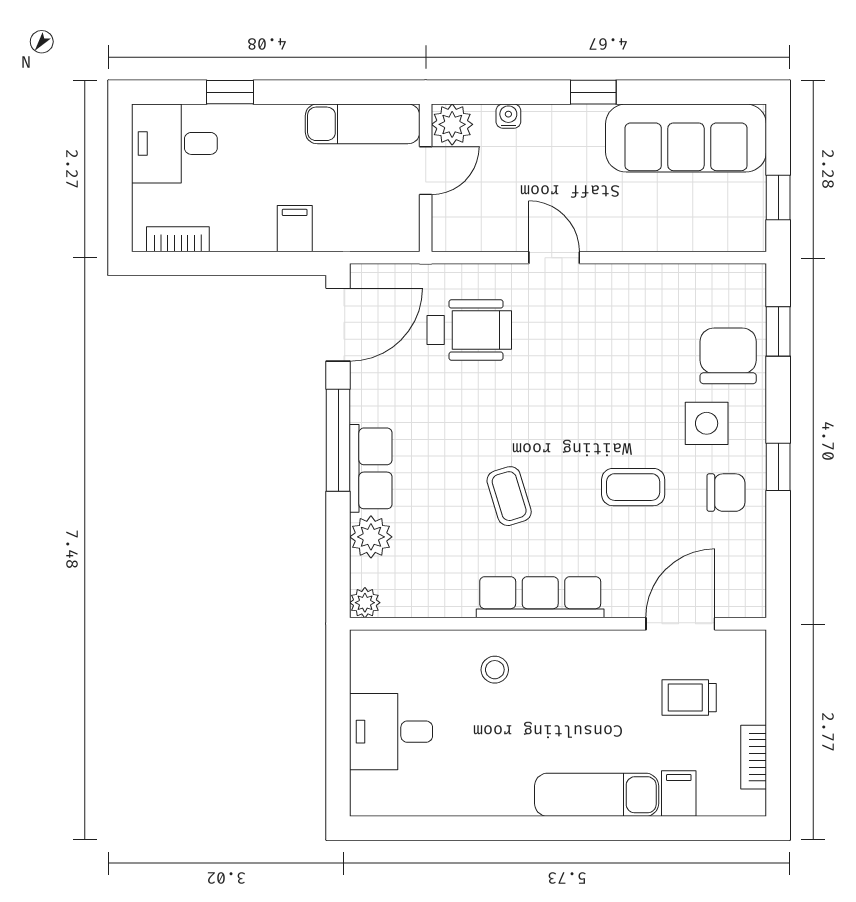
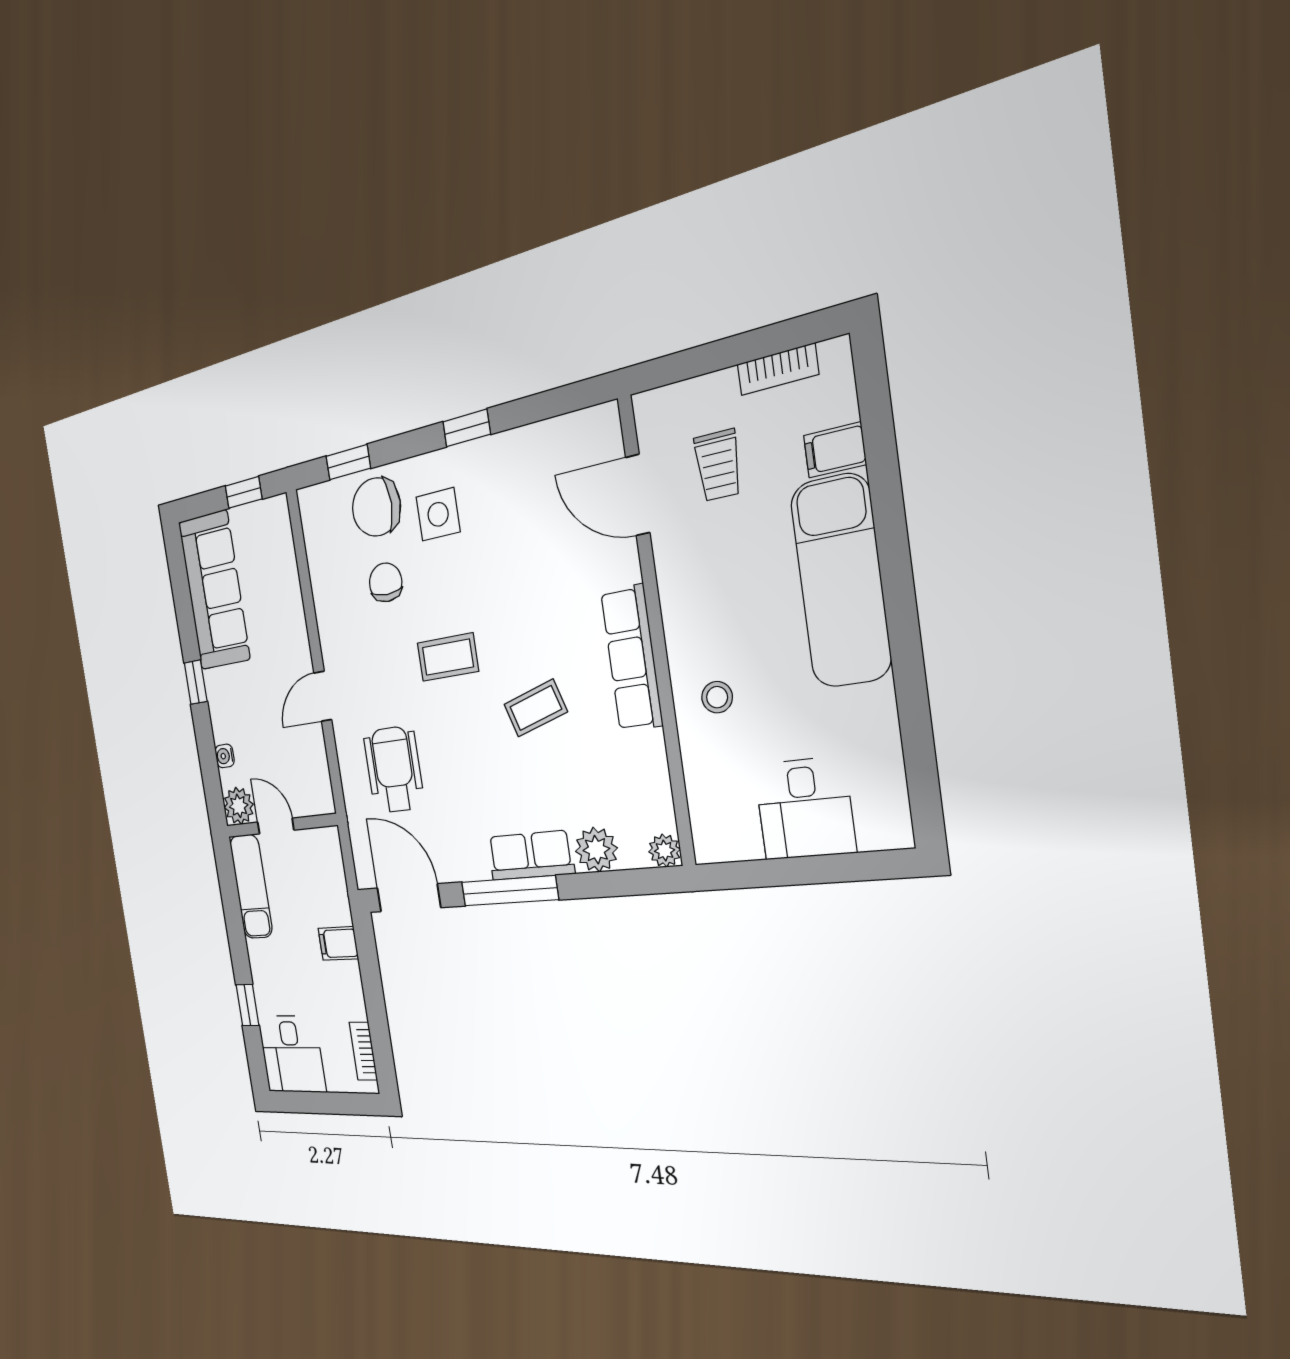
coffee table: (633, 487) -> (448, 657), moved, turned 90
chair: (726, 493) -> (386, 582), moved
exam couch: (597, 795) -> (841, 581), width x1.36, depth x1.45

